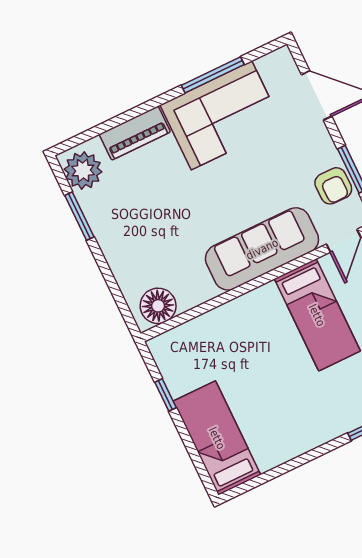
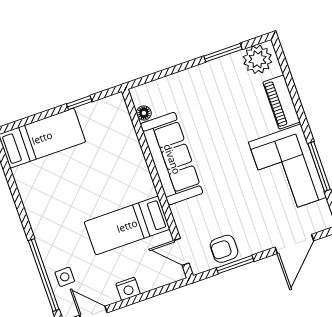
sofa: (262, 249) -> (172, 159), moved
floor lamp: (158, 306) -> (144, 113), width x0.53, depth x0.53

